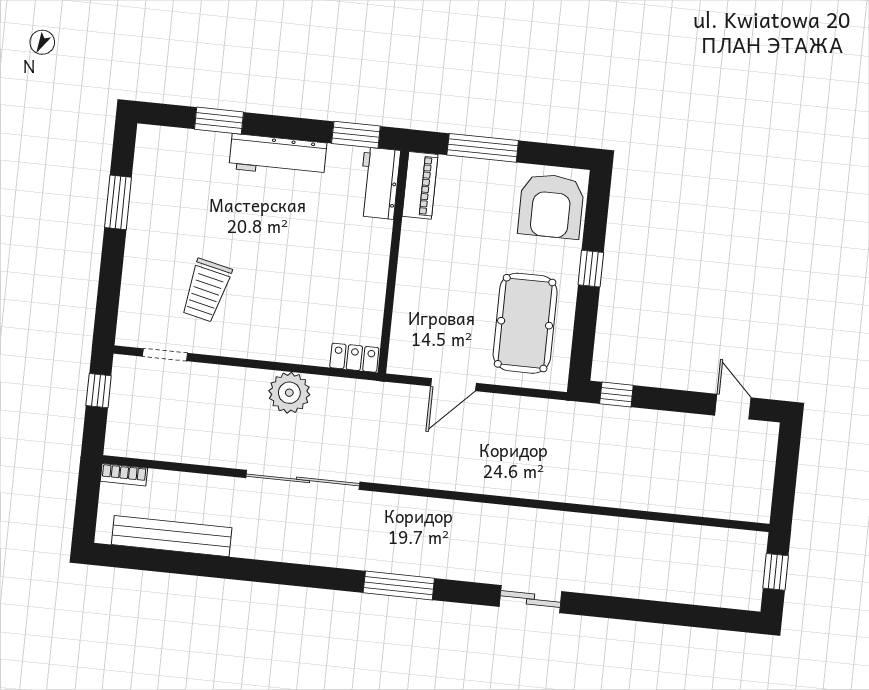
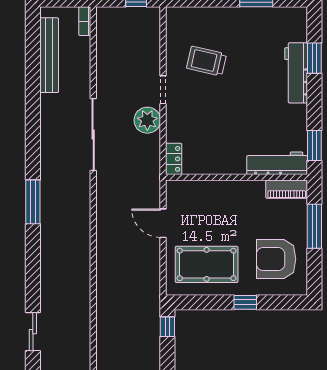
workbench: (278, 156) -> (296, 73), moved
workbench: (379, 183) -> (277, 163), width x1.38
armchair: (551, 206) -> (276, 259), moved
doorway: (165, 355) -> (163, 90), moved
sliding door: (530, 599) -> (33, 332), moved

